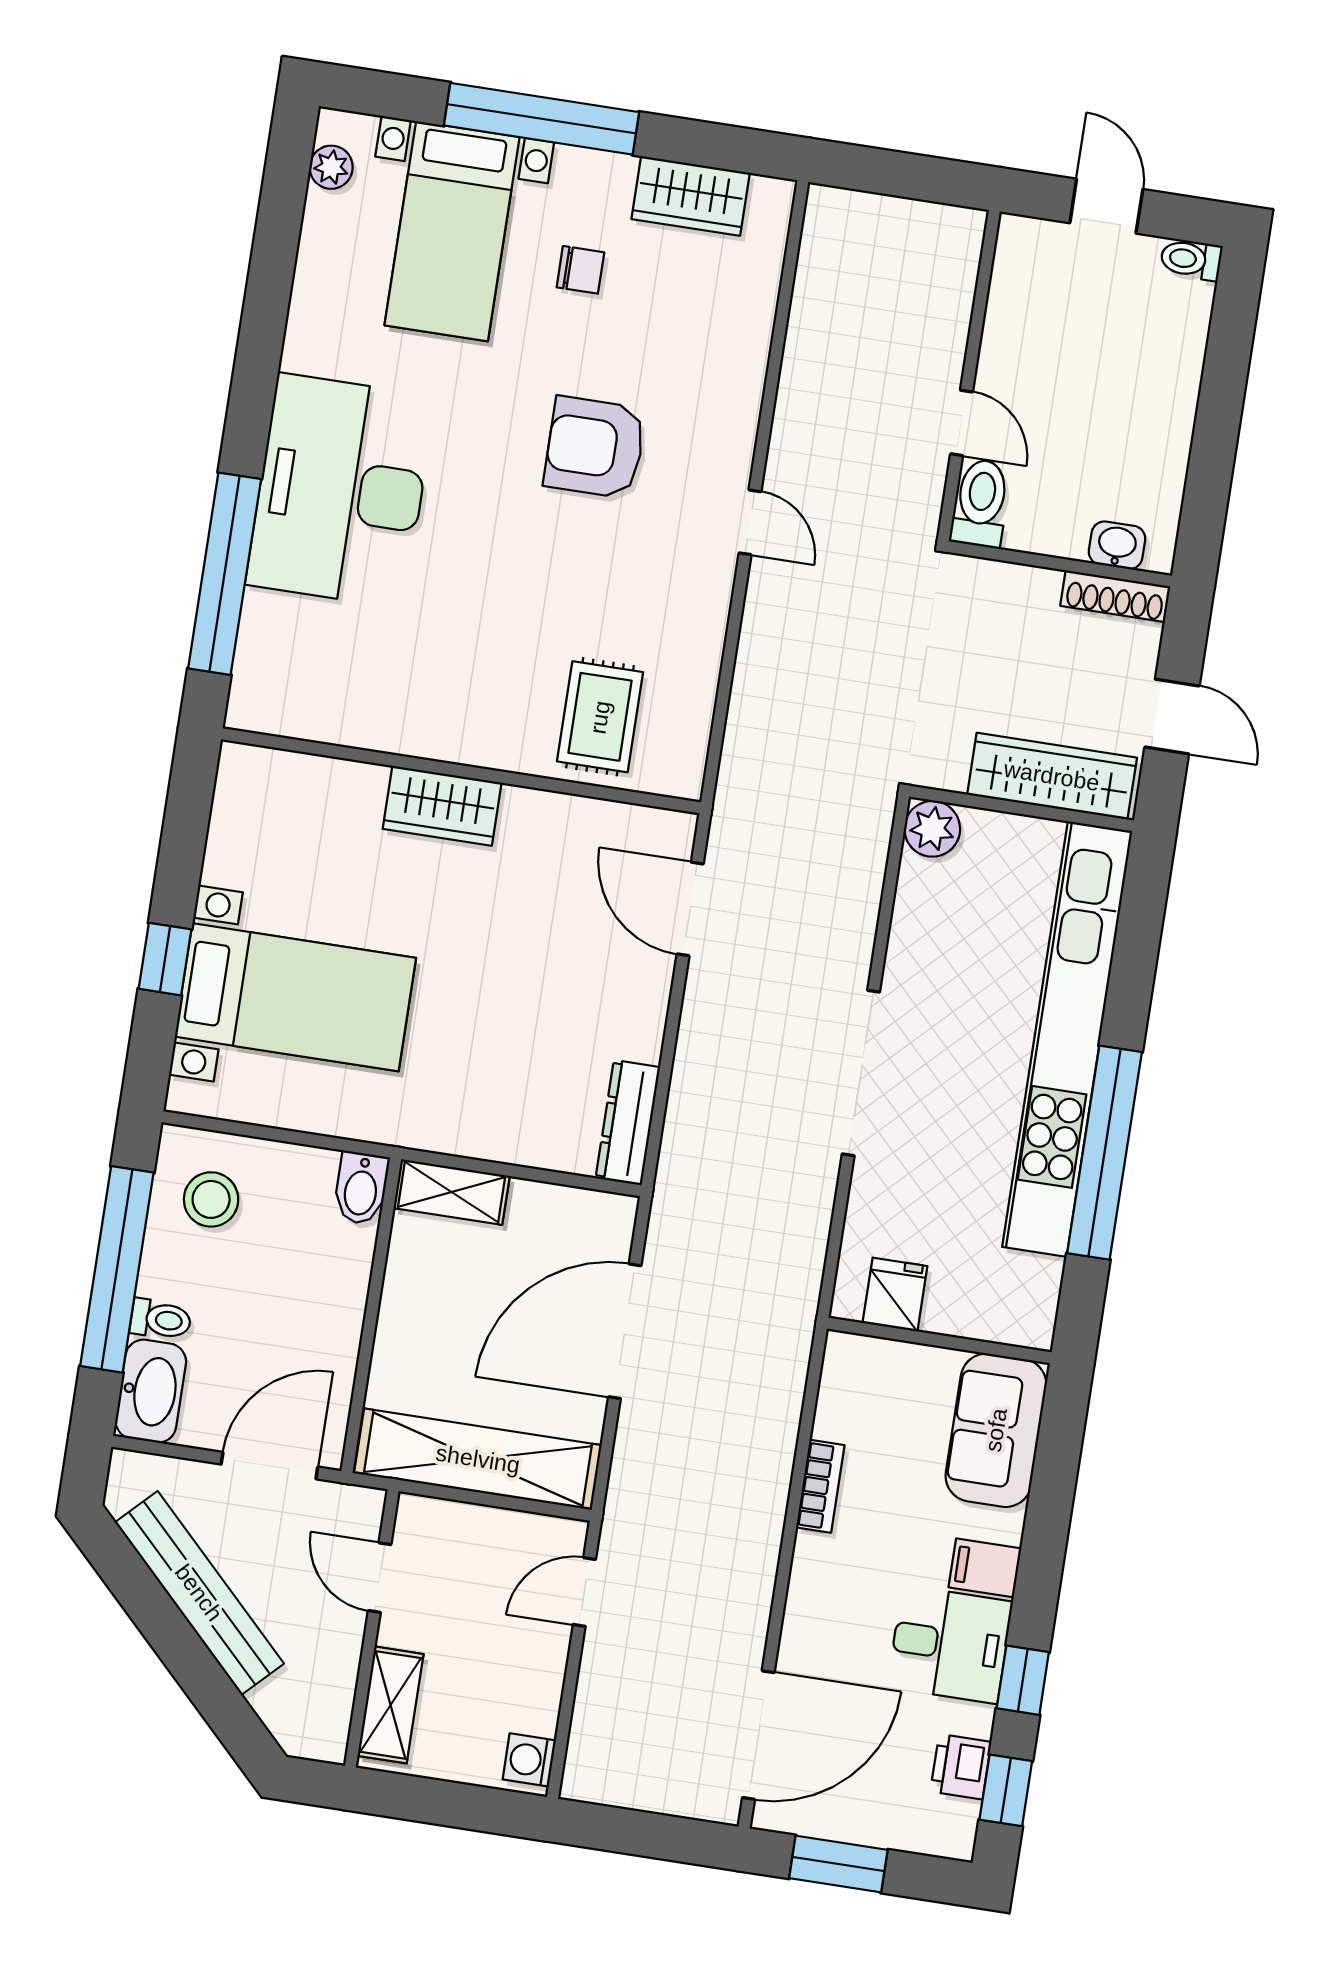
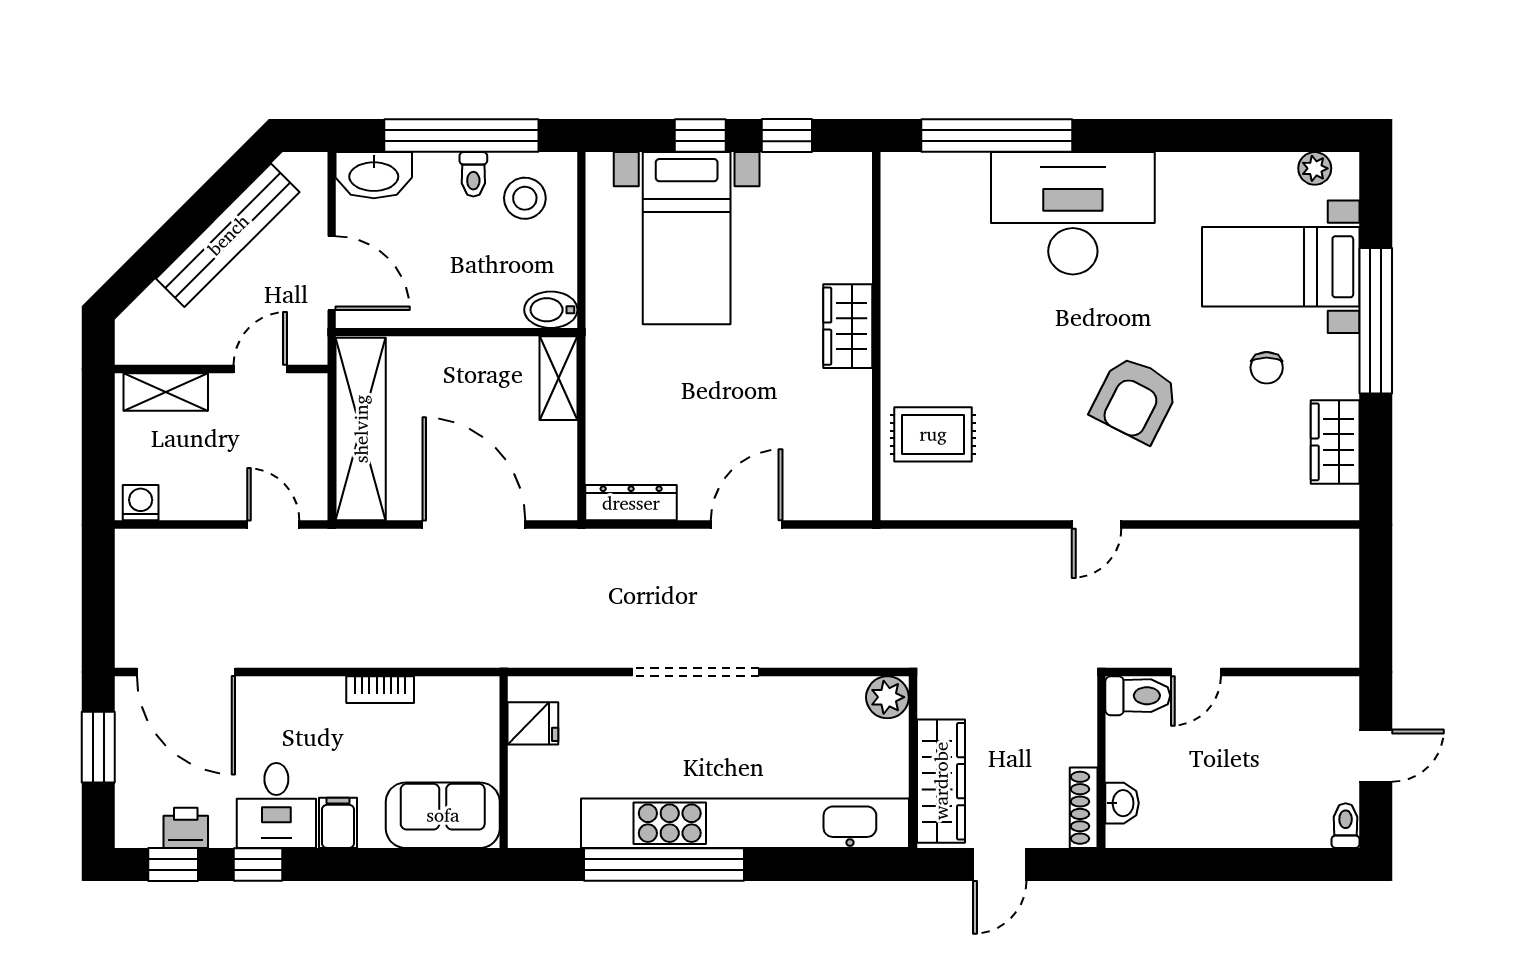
armchair: (595, 447) -> (1135, 399), turned -153
window: (182, 847) -> (787, 136), added
door: (690, 909) -> (747, 525), moved
toilet: (161, 1319) -> (473, 174), moved

